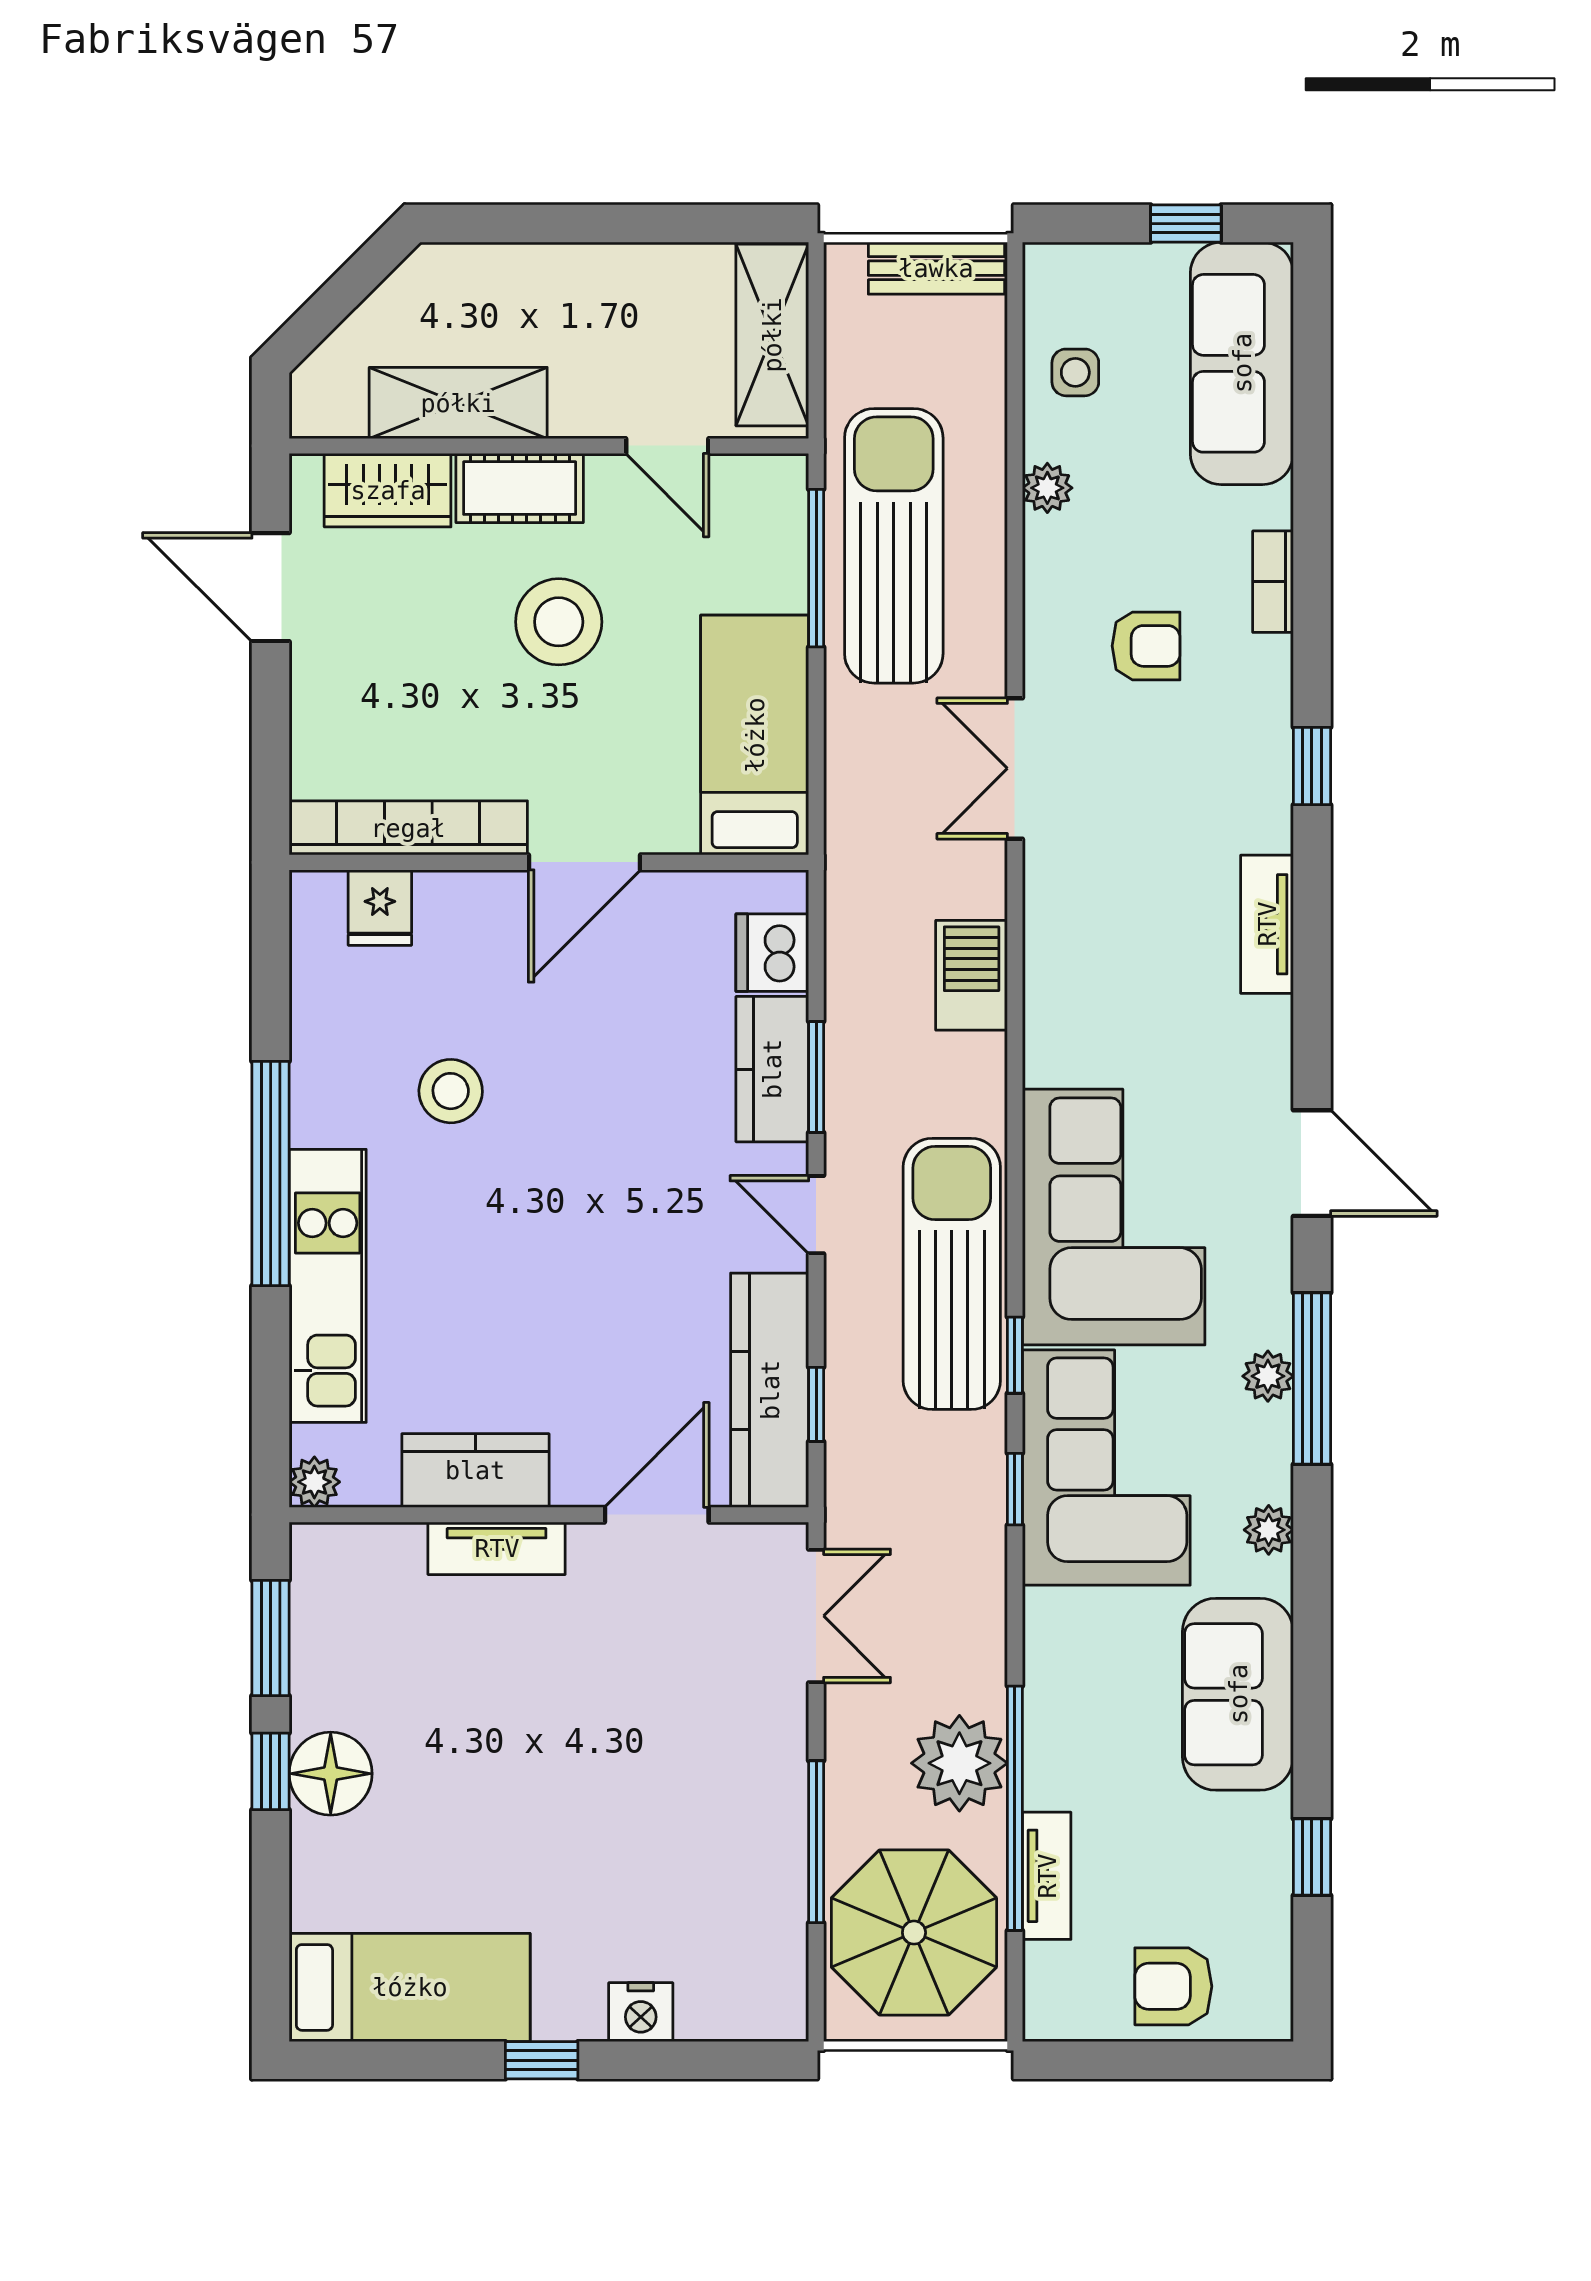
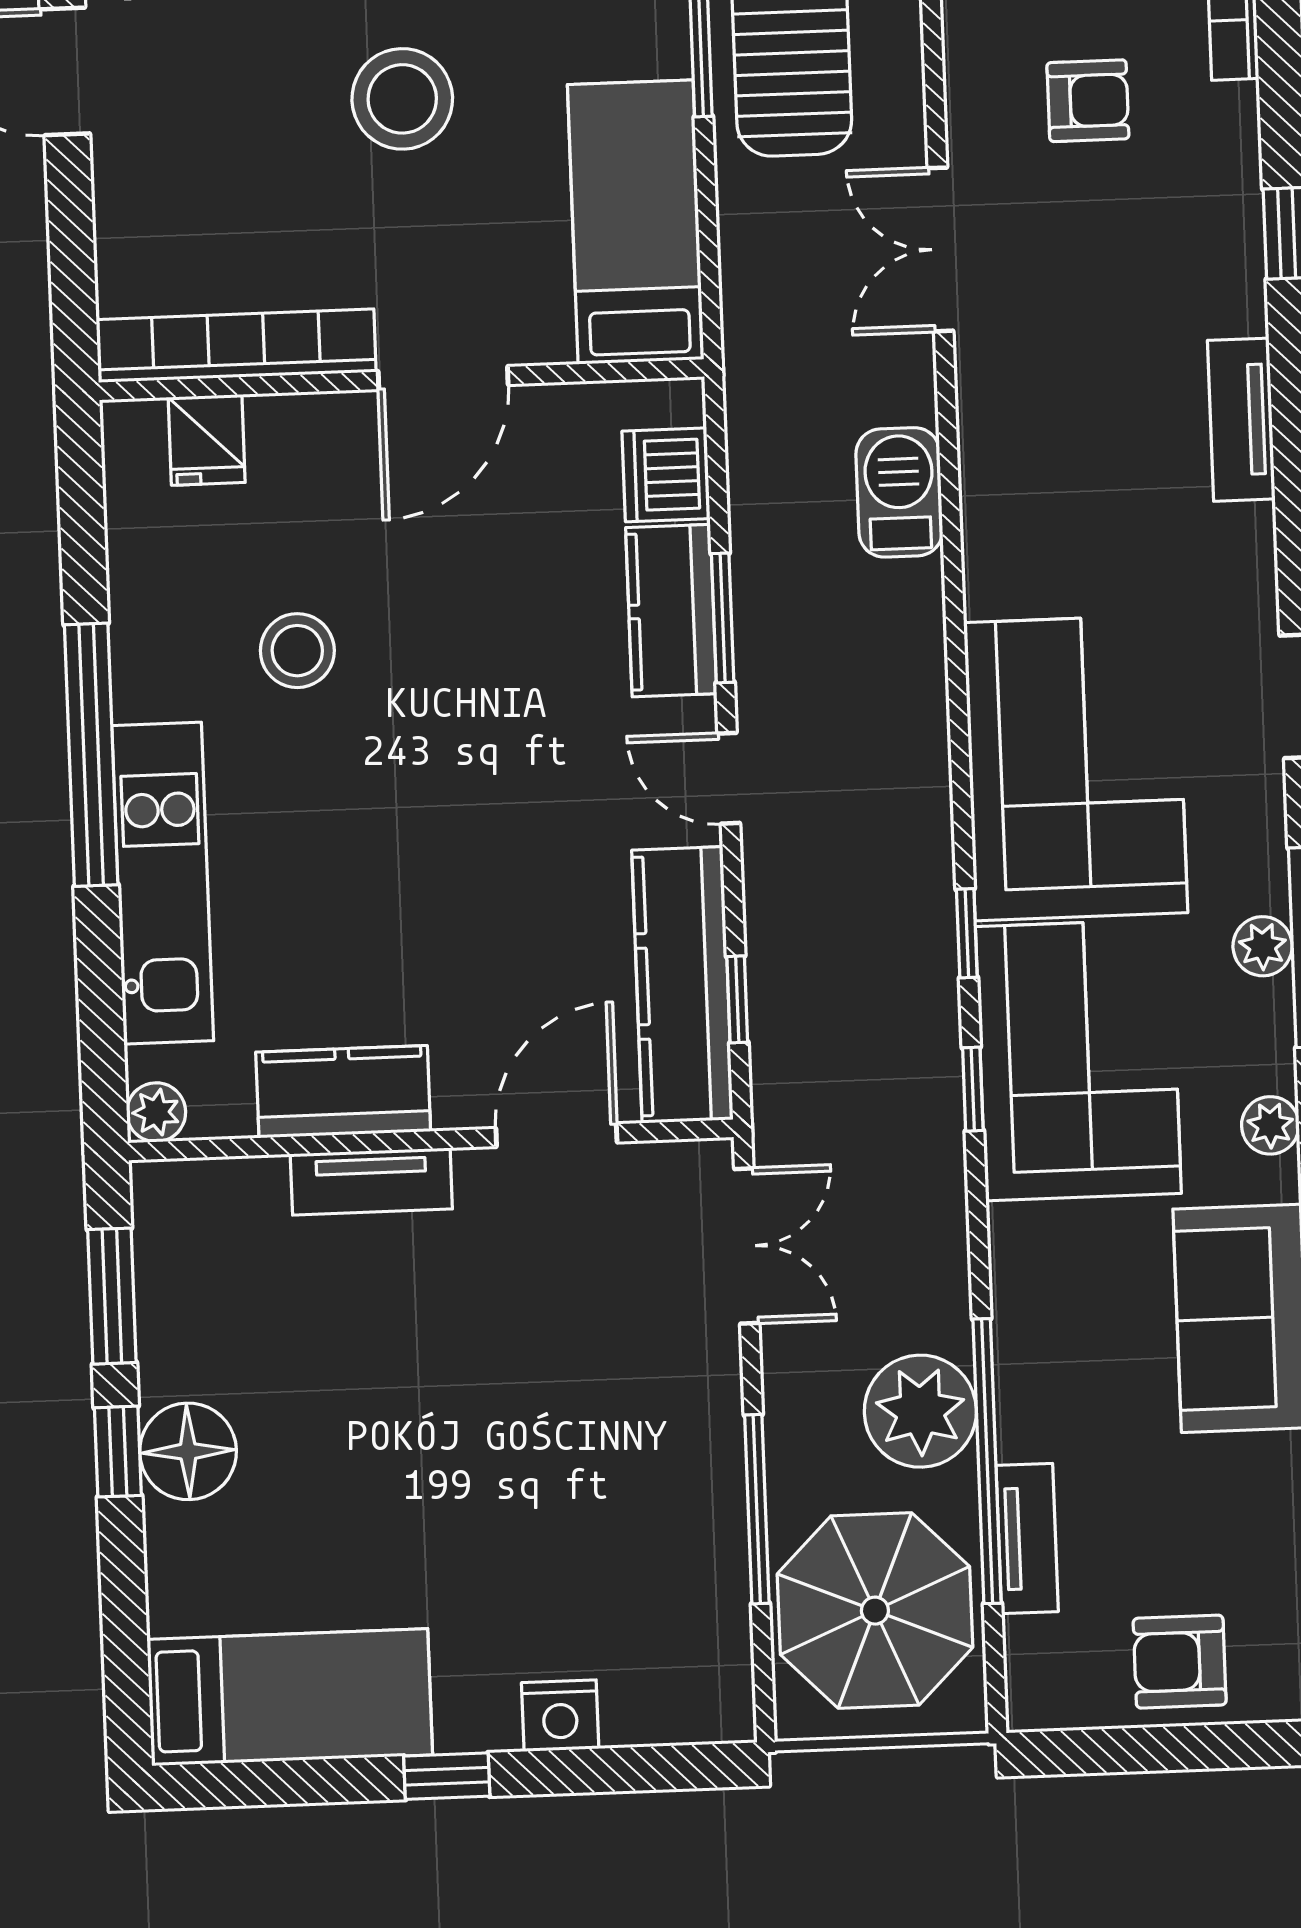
sun lounger: (952, 1274) -> (890, 841), removed

